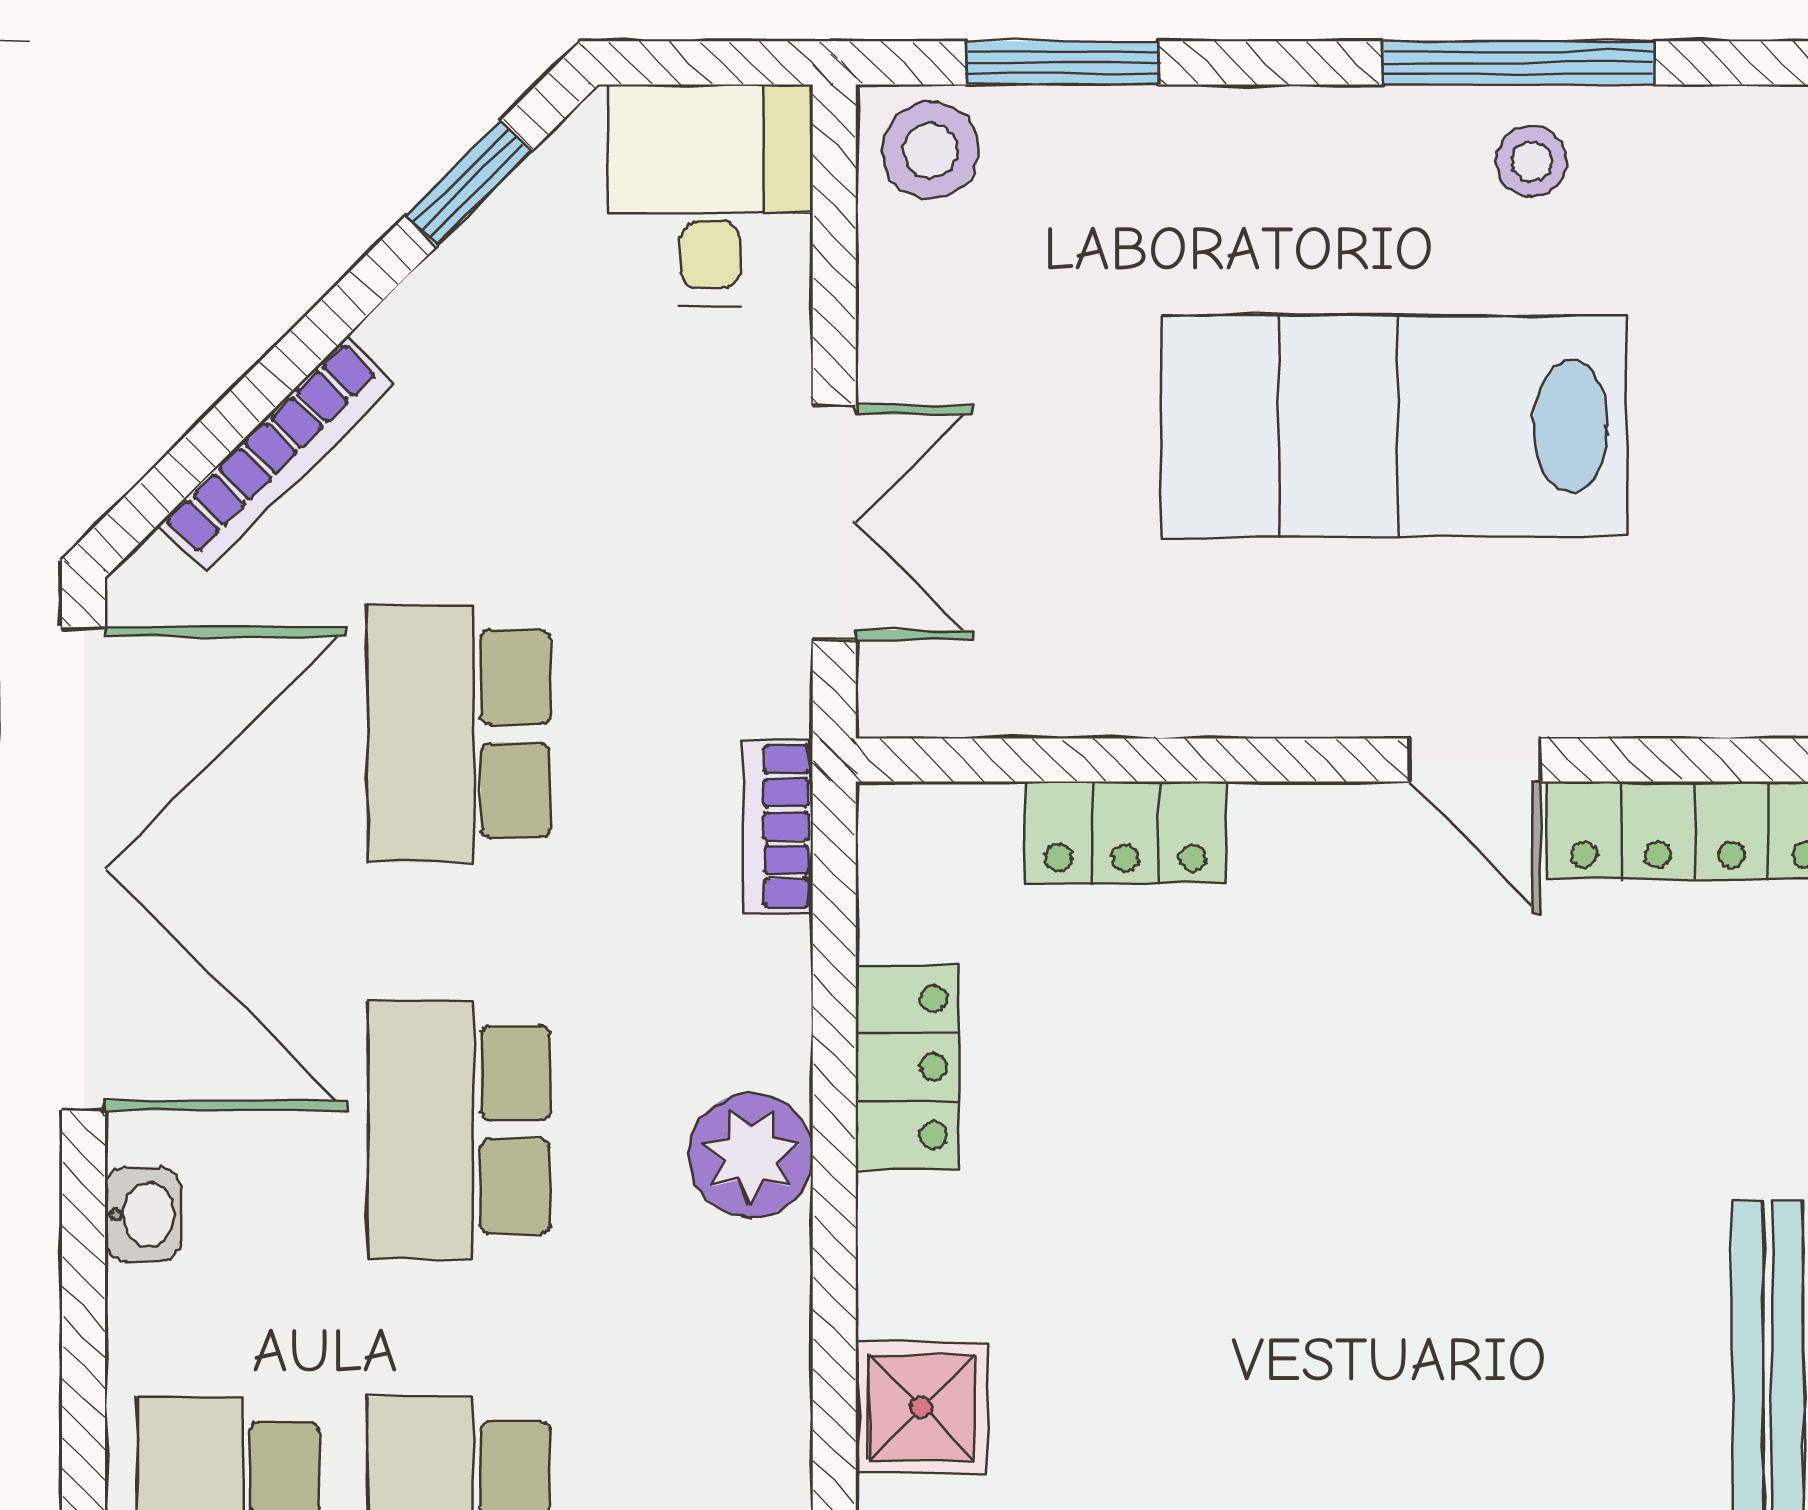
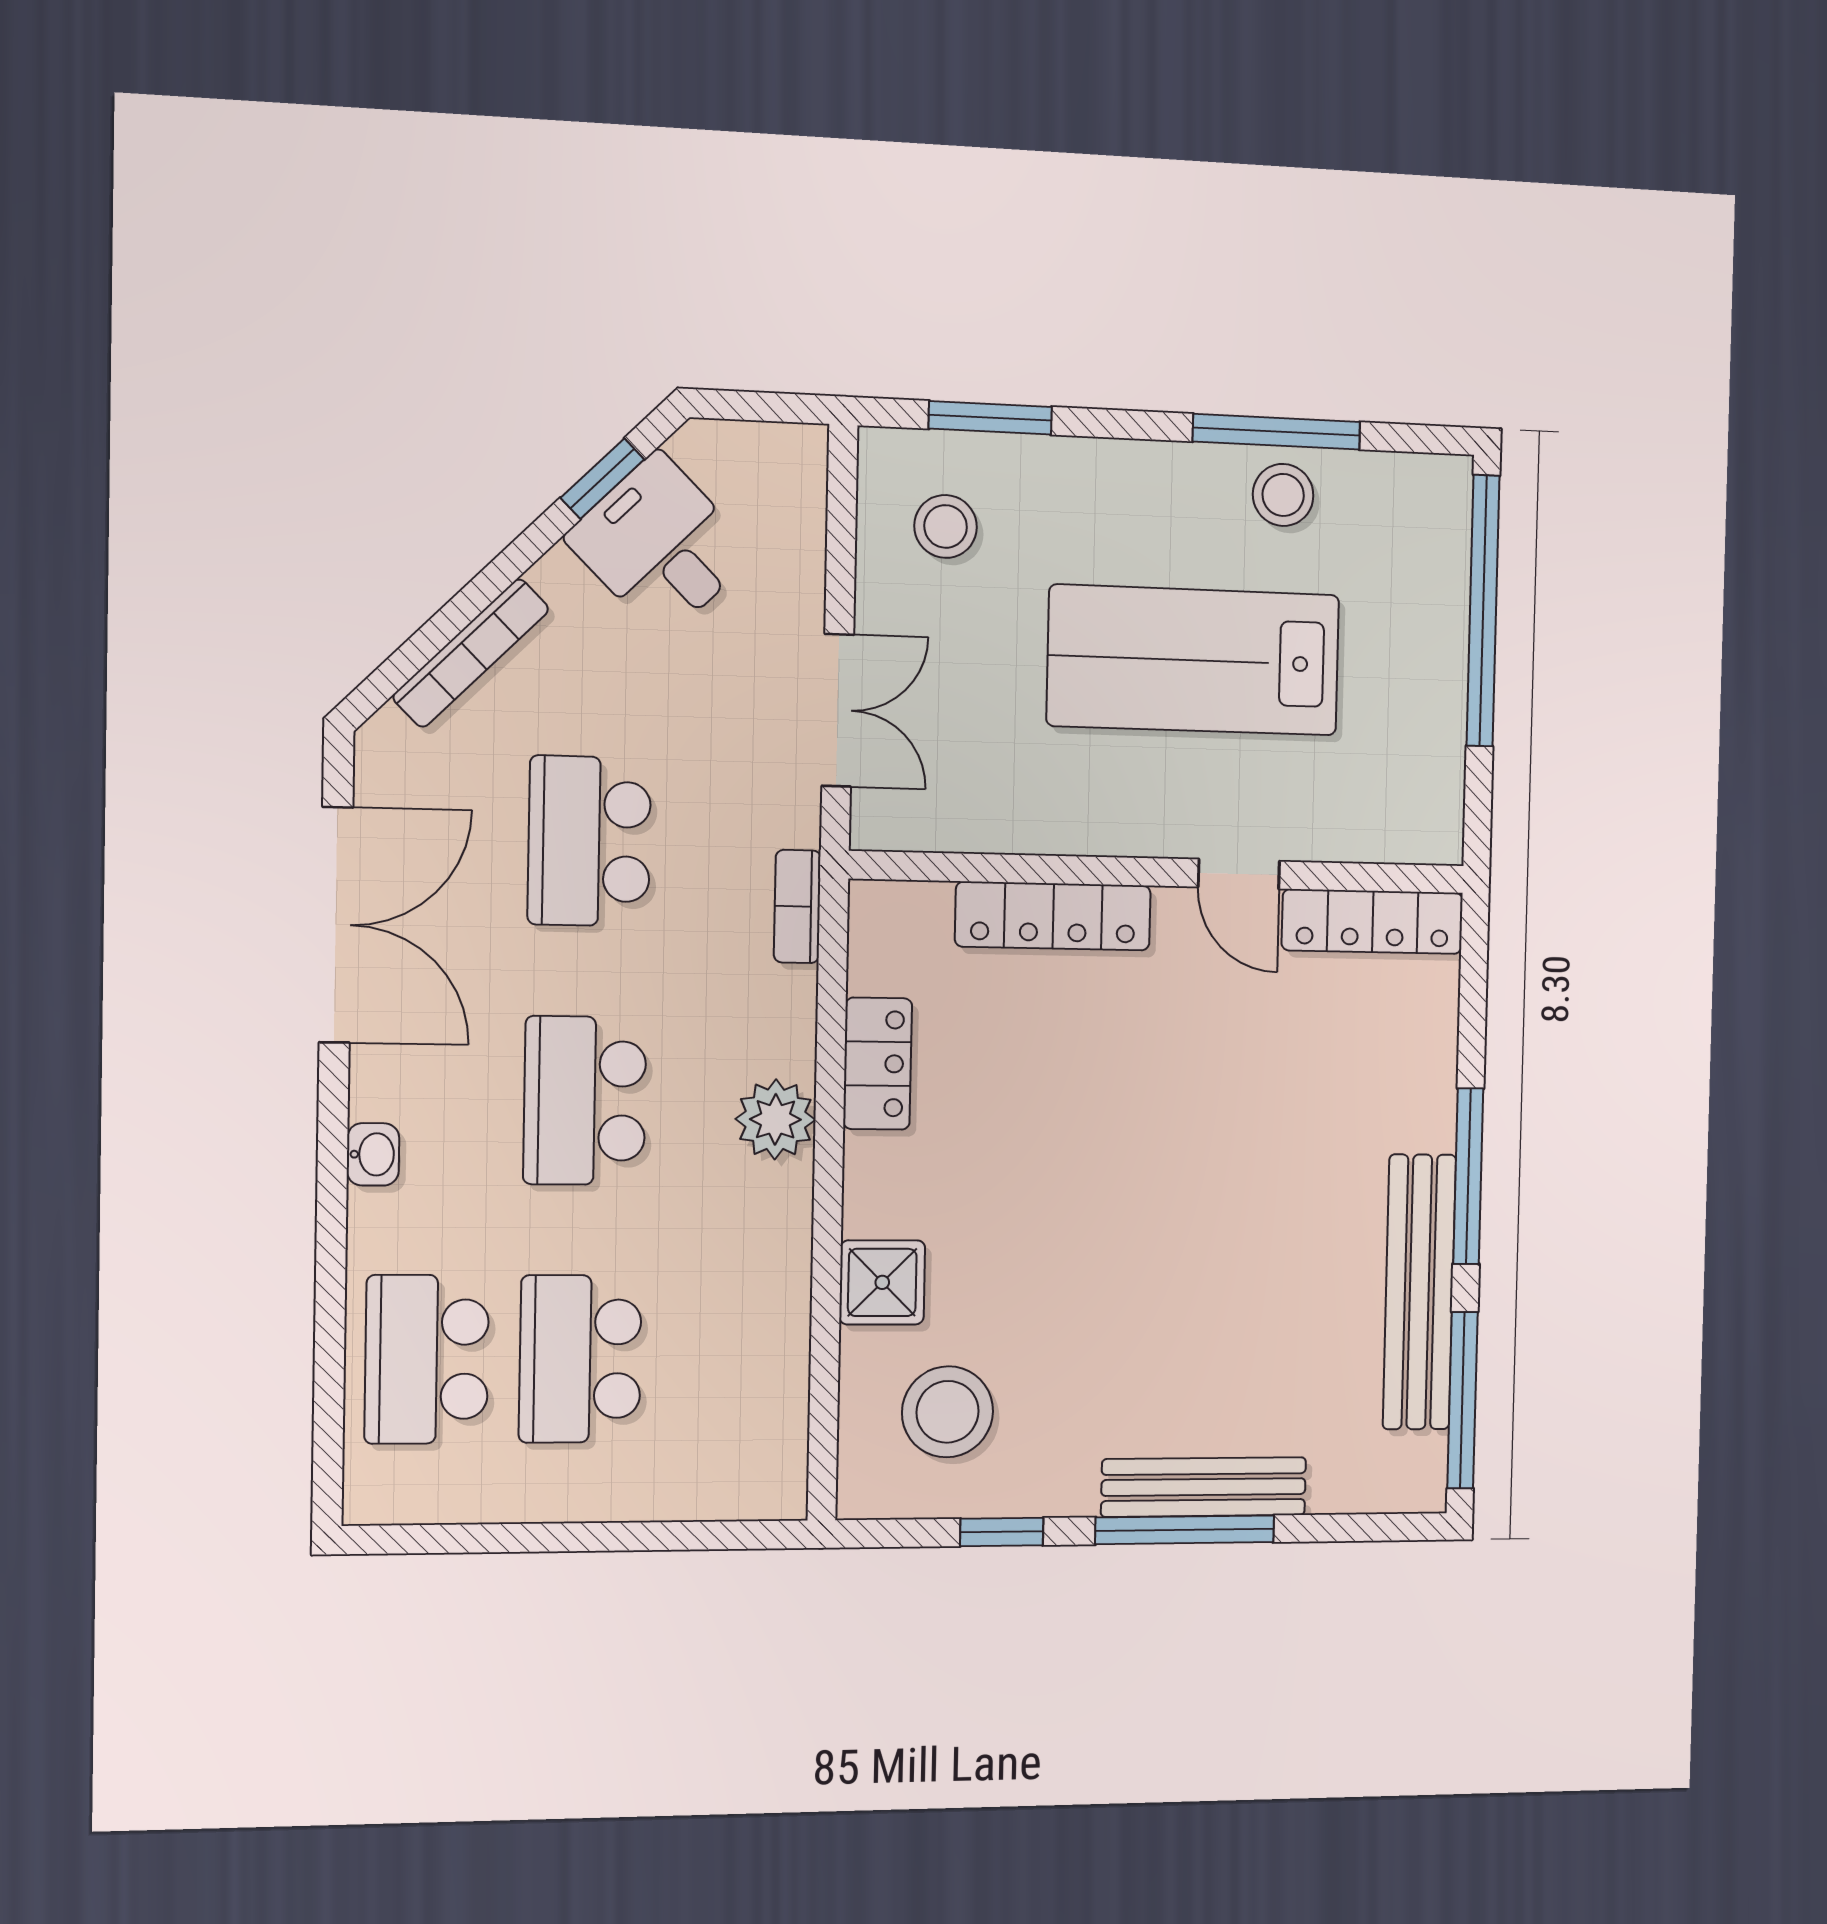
stool: (930, 150) -> (946, 526), moved
stool: (1532, 161) -> (1283, 495), width x1.37, depth x1.37
desk: (710, 195) -> (660, 546), moved, turned -45
locker: (1125, 832) -> (1053, 916), width x1.53
double door: (84, 869) -> (336, 925), width x0.73

